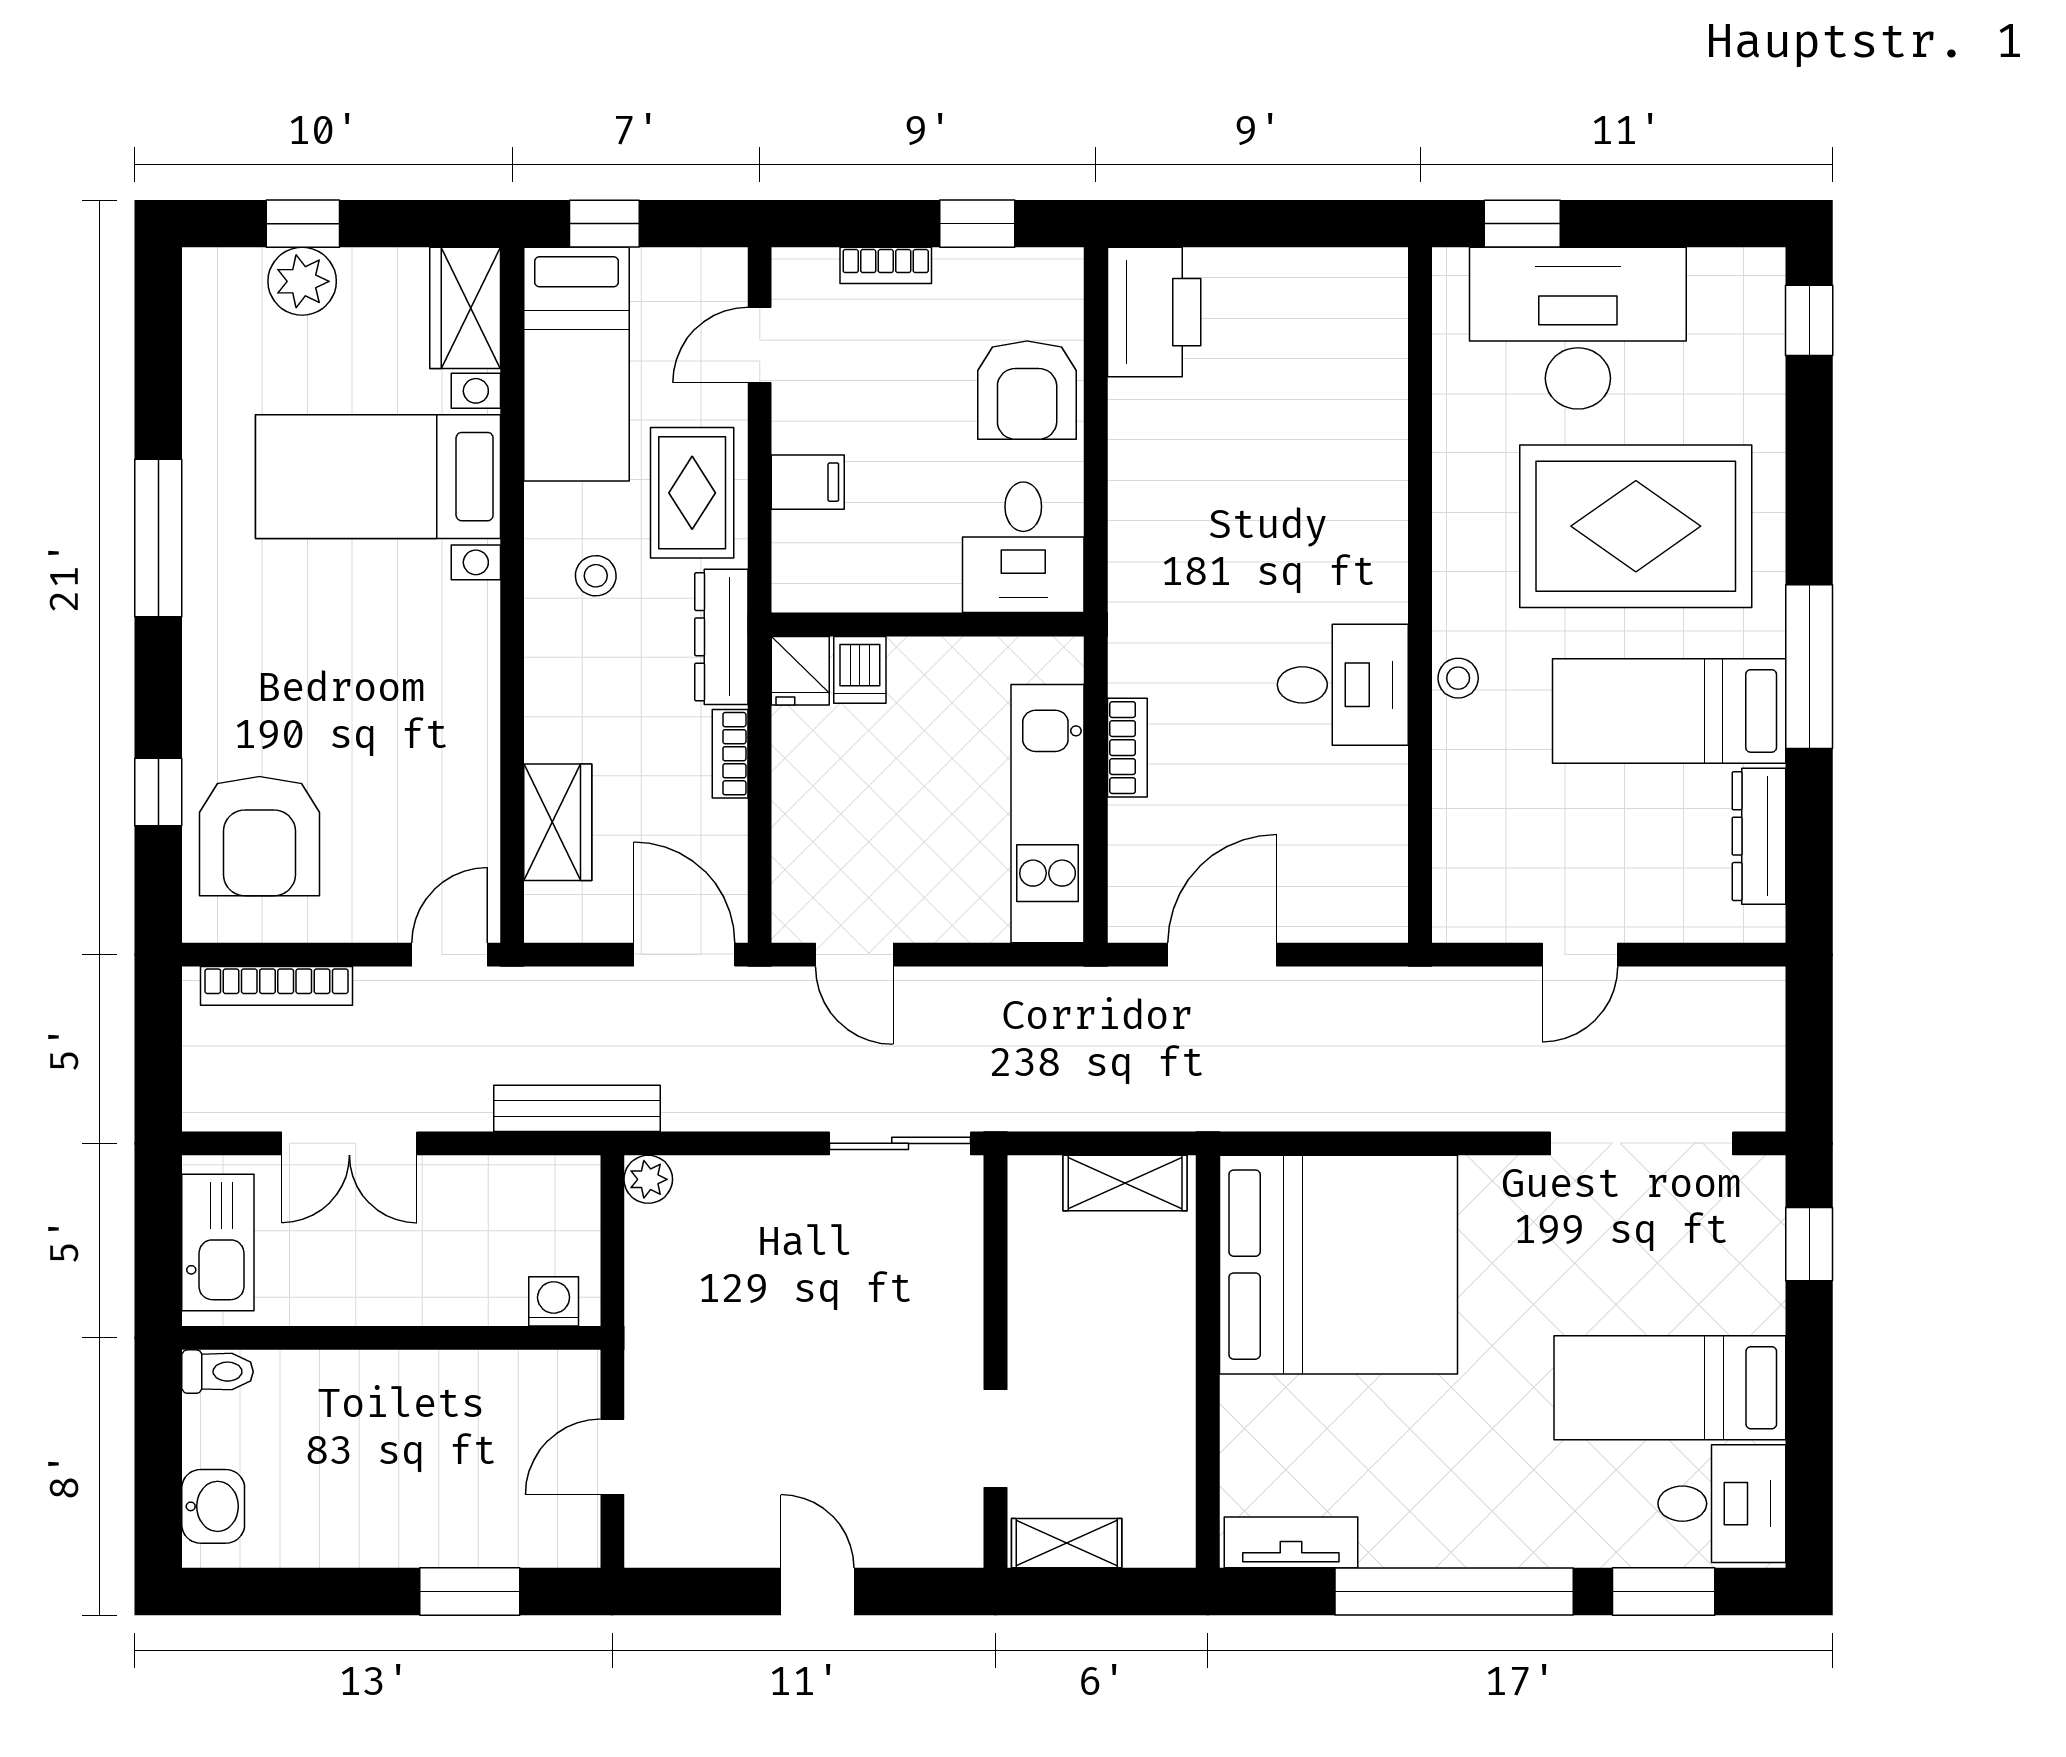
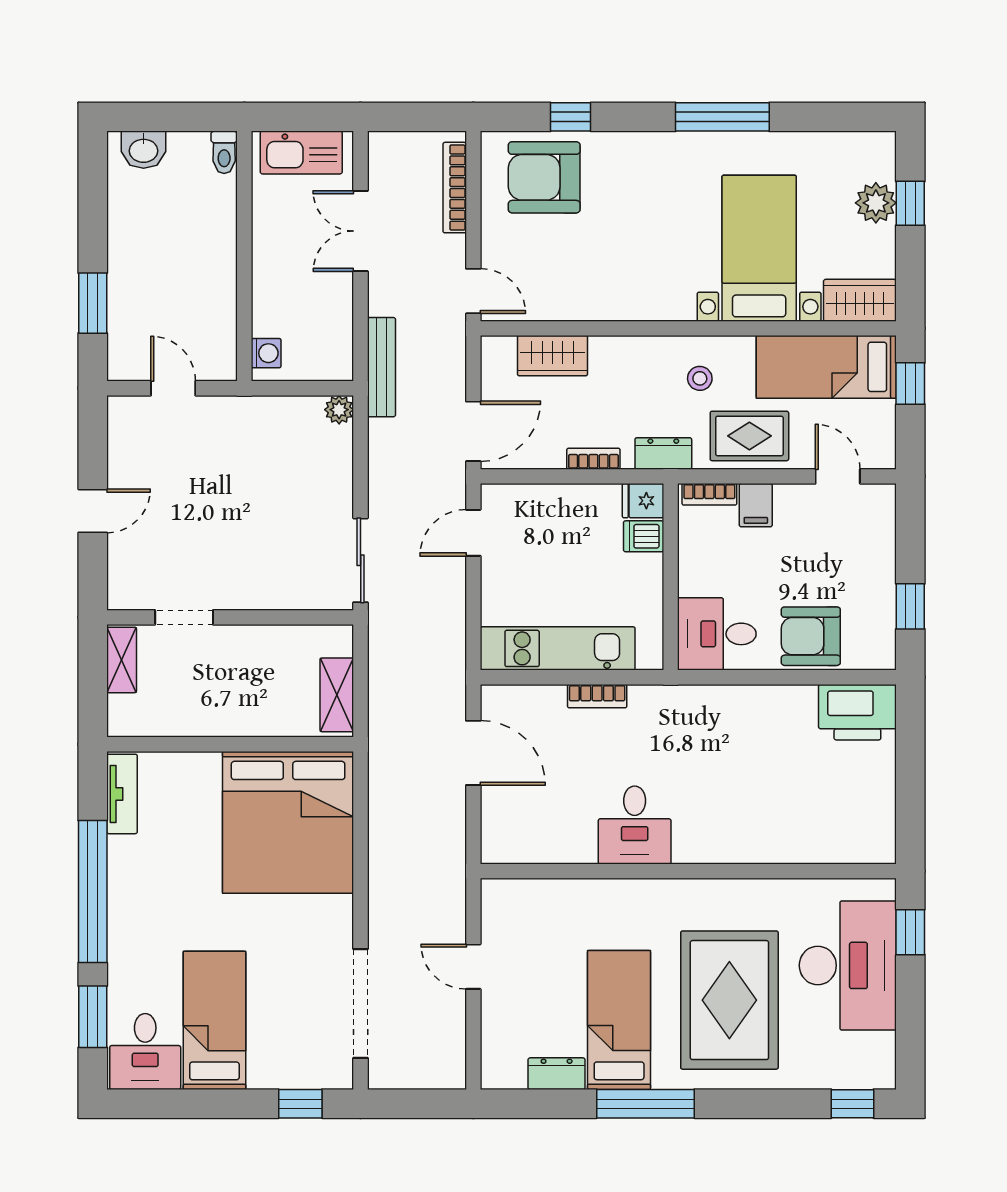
bookcase: (886, 265) -> (709, 494), moved, turned -90
dresser: (721, 637) -> (663, 453), width x0.70
stool: (1458, 678) -> (639, 894), removed
dresser: (1759, 836) -> (557, 1074), width x0.70

